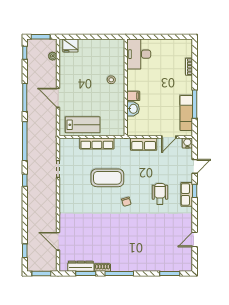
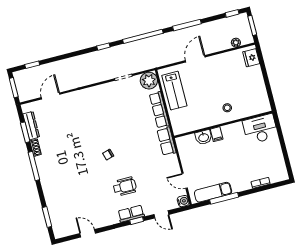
row of seats: (144, 144) -> (167, 141), moved
plant: (67, 146) -> (149, 81), added
coffee table: (107, 178) -> (127, 129), removed

